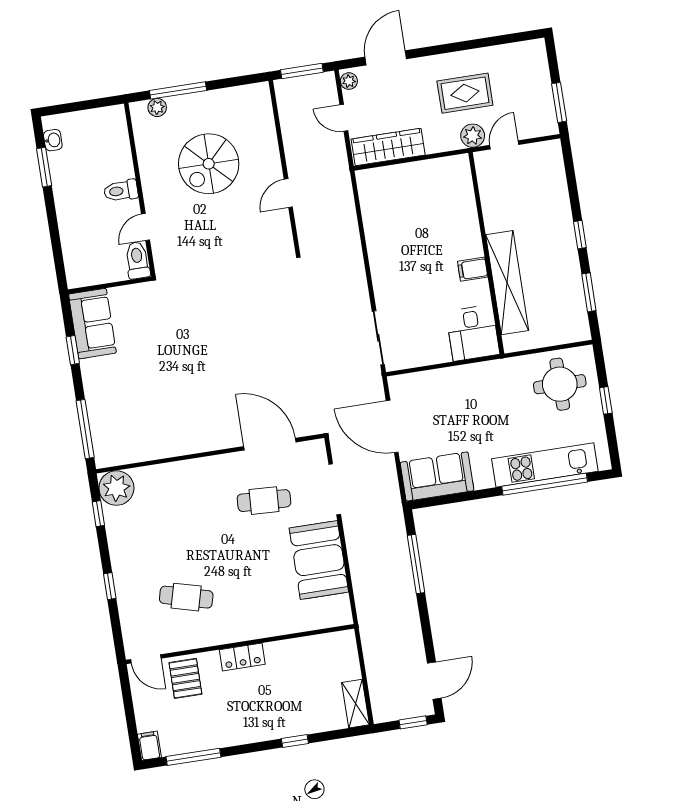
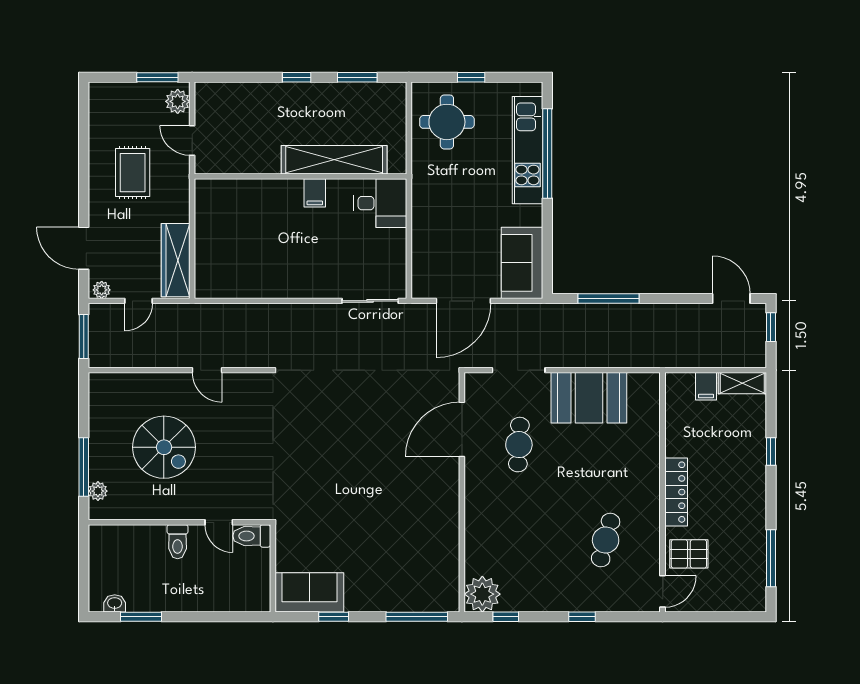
plant: (473, 136) -> (178, 101), moved
locker: (242, 657) -> (676, 492), width x1.53
filing cabinet: (149, 746) -> (706, 386), moved, turned -90

